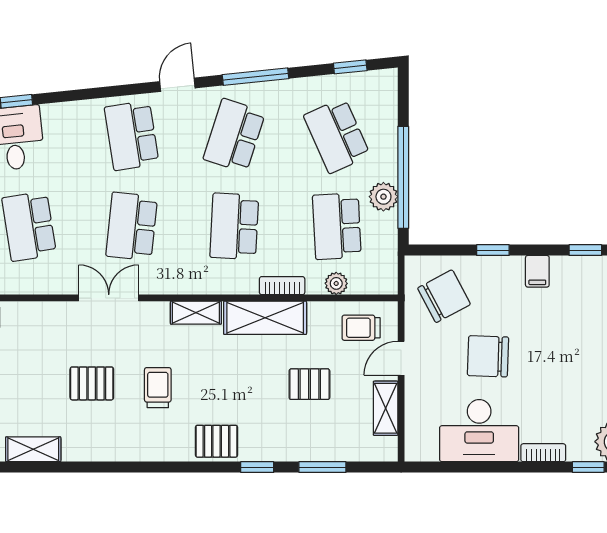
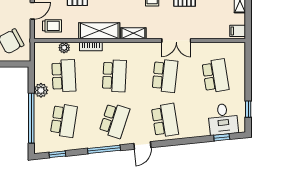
school desk: (337, 136) -> (64, 120), turned 33
window: (403, 177) -> (31, 118), moved

